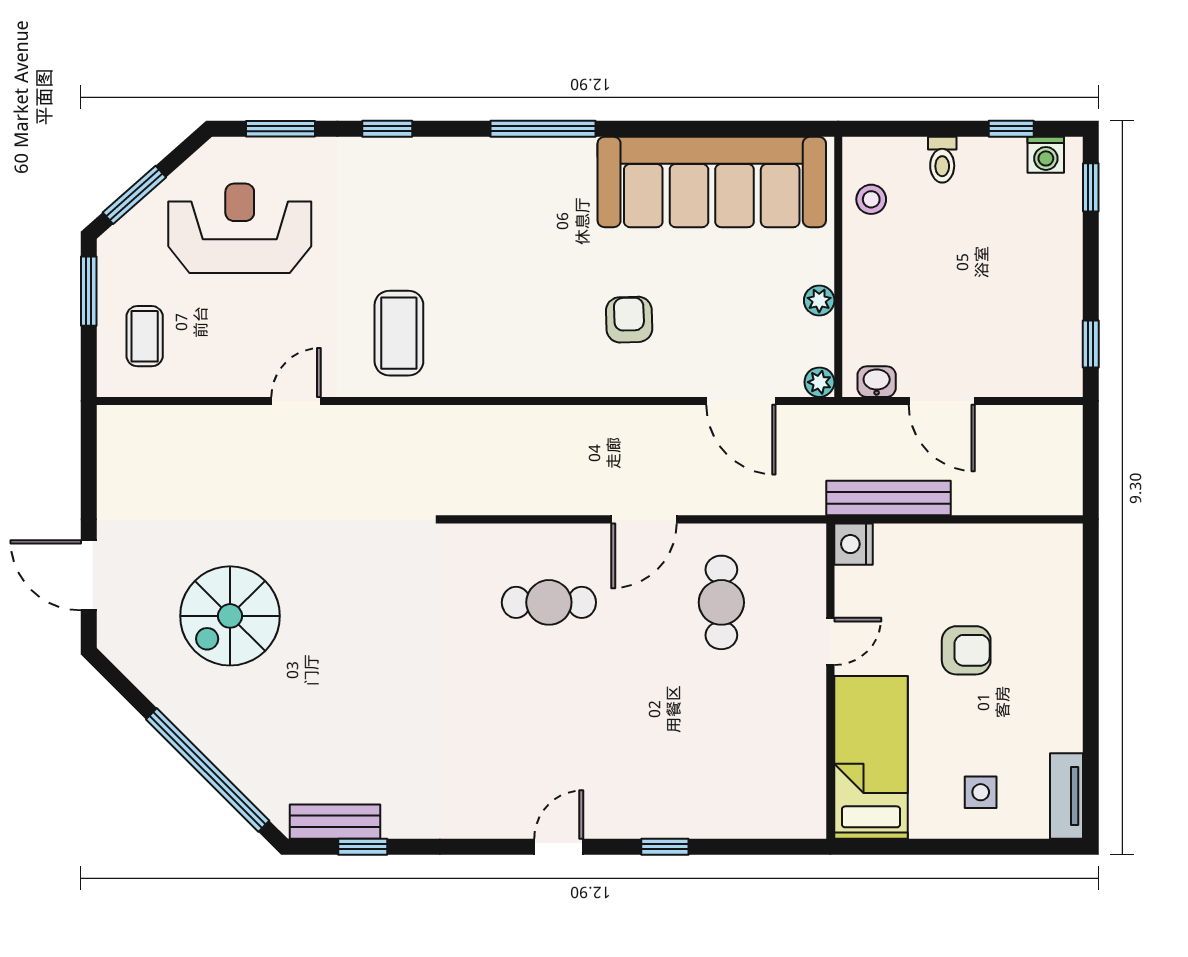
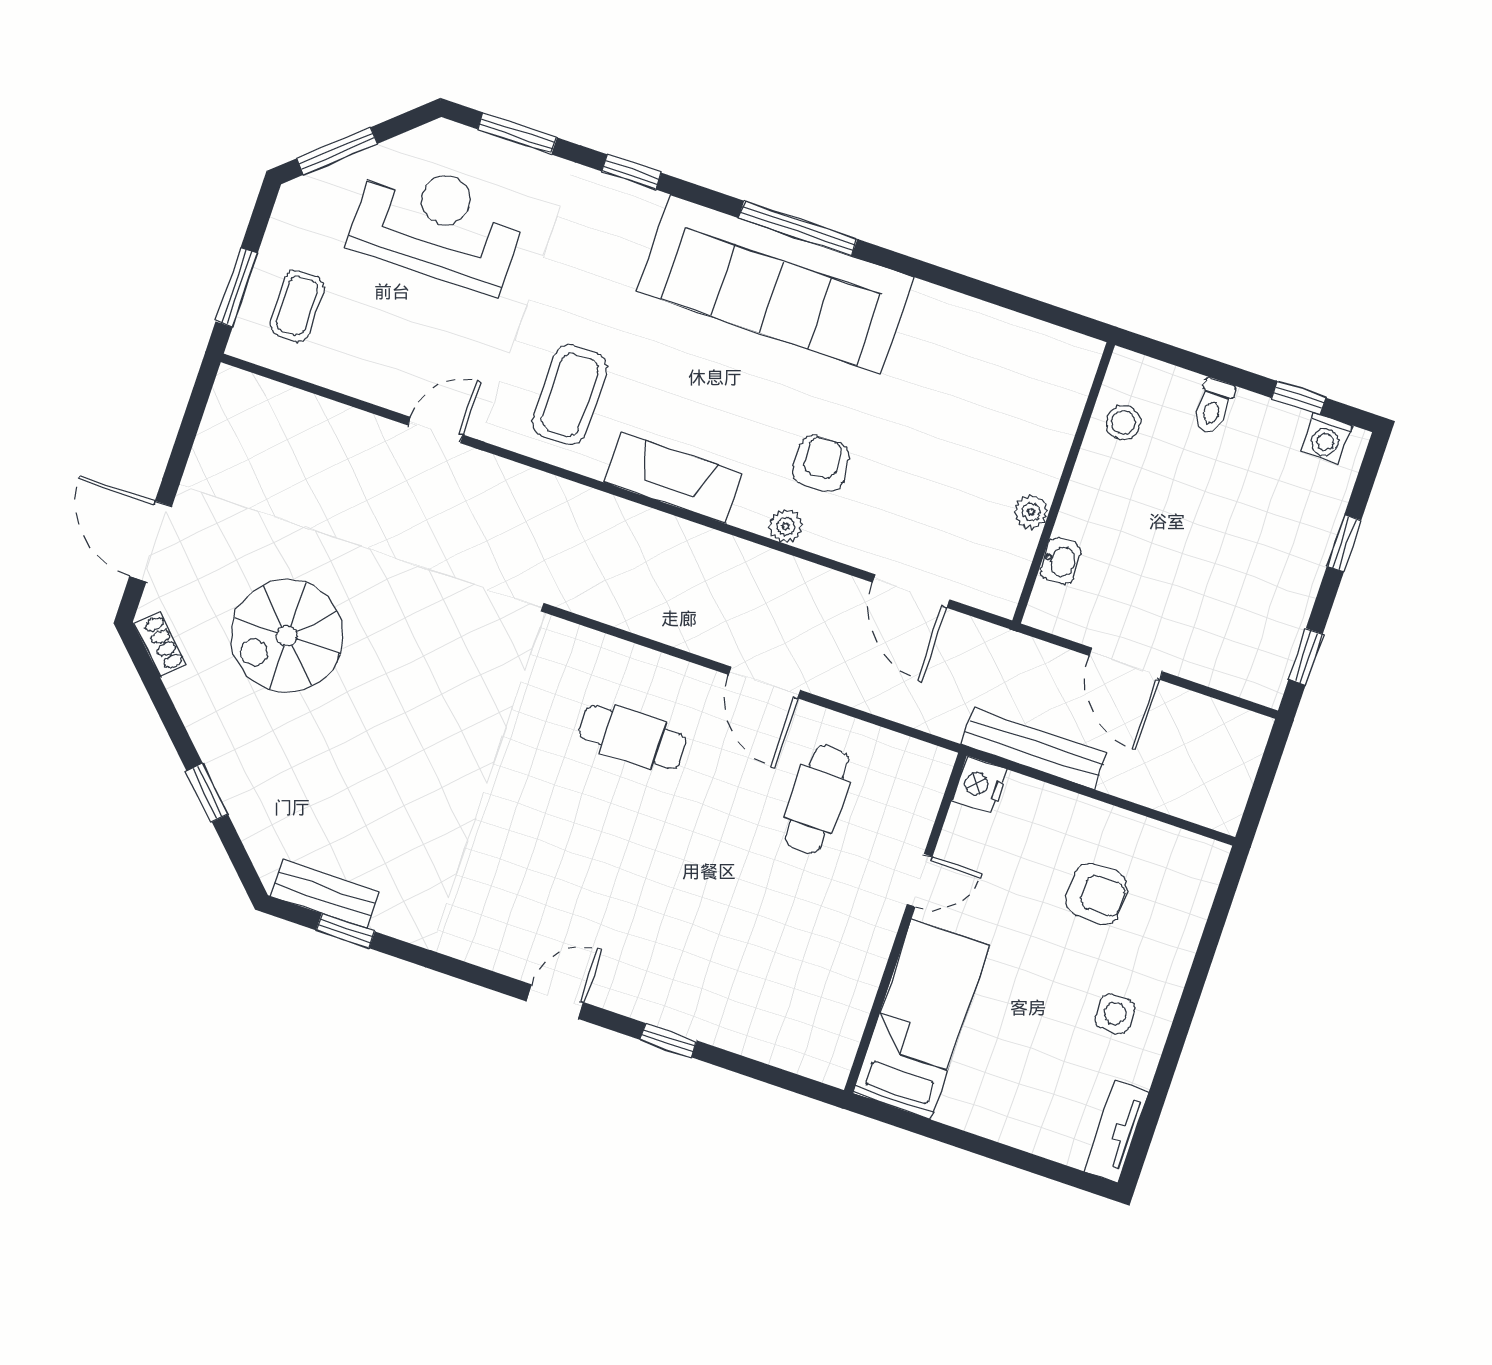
sofa: (712, 182) -> (775, 284), moved
window: (1091, 187) -> (1344, 543), moved
window: (89, 291) -> (237, 287), moved
fireplace: (509, 374) -> (673, 478), added
plant: (819, 382) -> (786, 526), moved
washbasin: (877, 382) -> (1060, 561), moved, turned 90
door: (644, 519) -> (765, 682), hinge flipped
armchair: (966, 650) -> (1097, 894), moved
shoe rack: (126, 659) -> (160, 644), added
window: (208, 770) -> (207, 793), width x0.32
side table: (981, 792) -> (1115, 1014), moved

